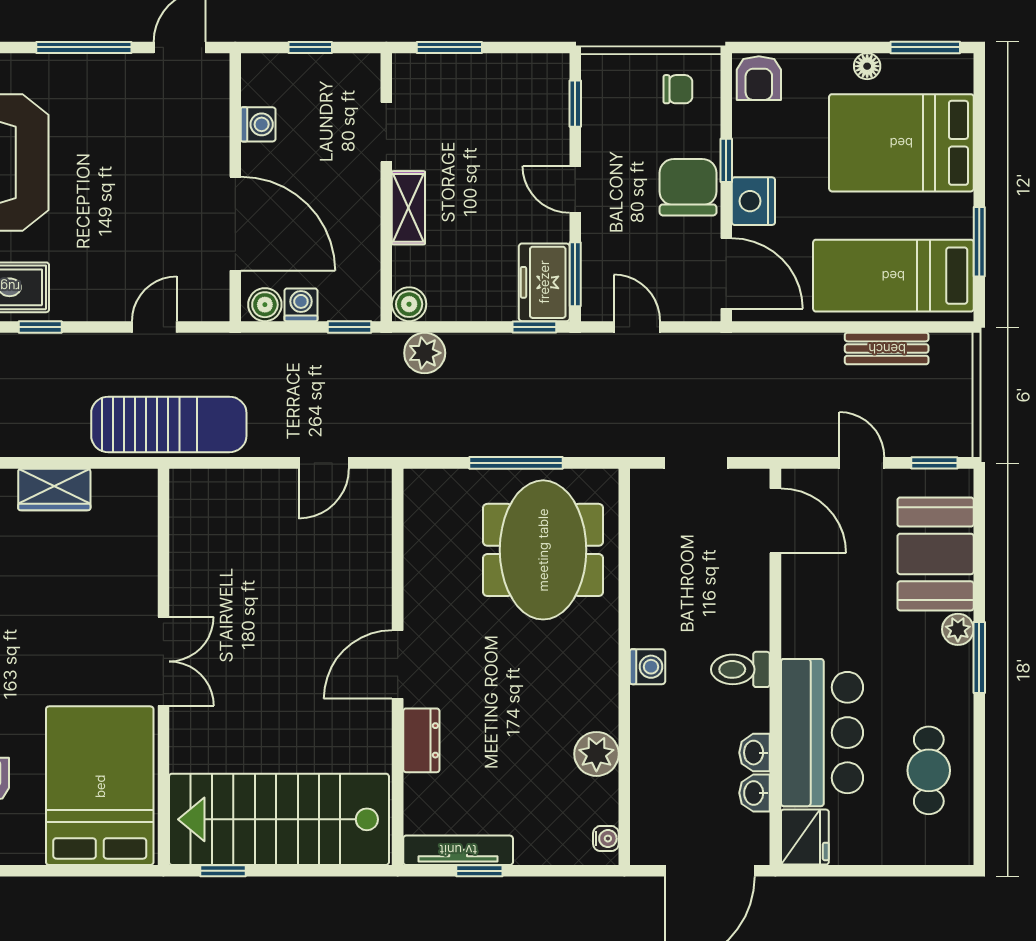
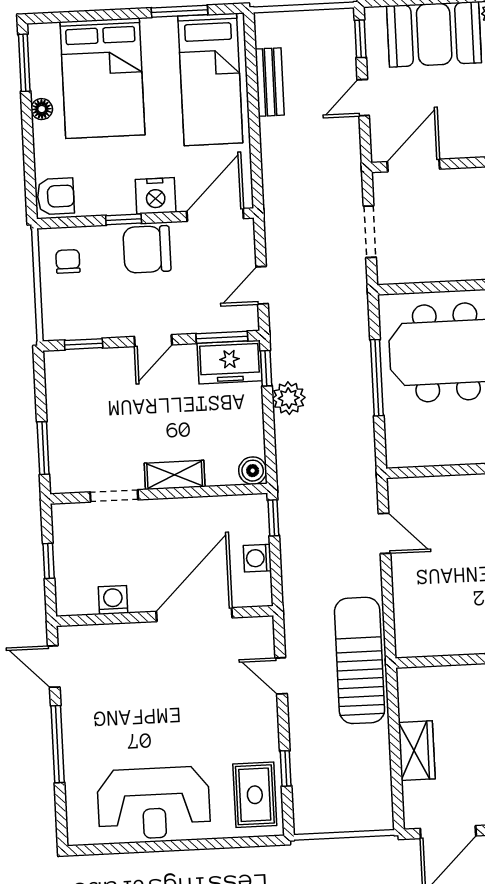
boiler: (265, 305) -> (259, 587), removed
plant: (425, 353) -> (289, 398), moved

